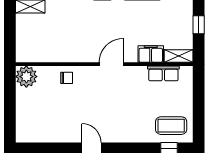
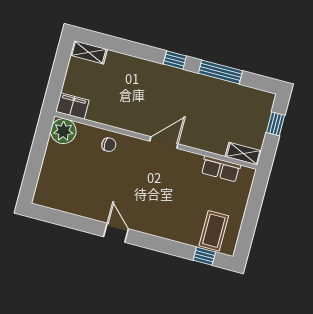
filing cabinet: (151, 54) -> (72, 106), moved
coffee table: (171, 126) -> (214, 231), turned 90

